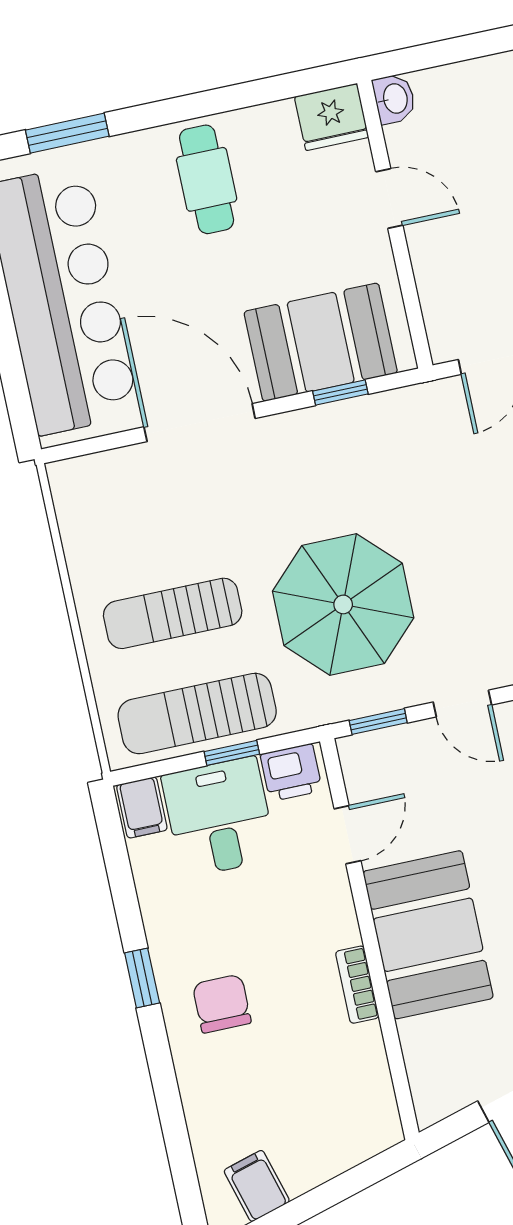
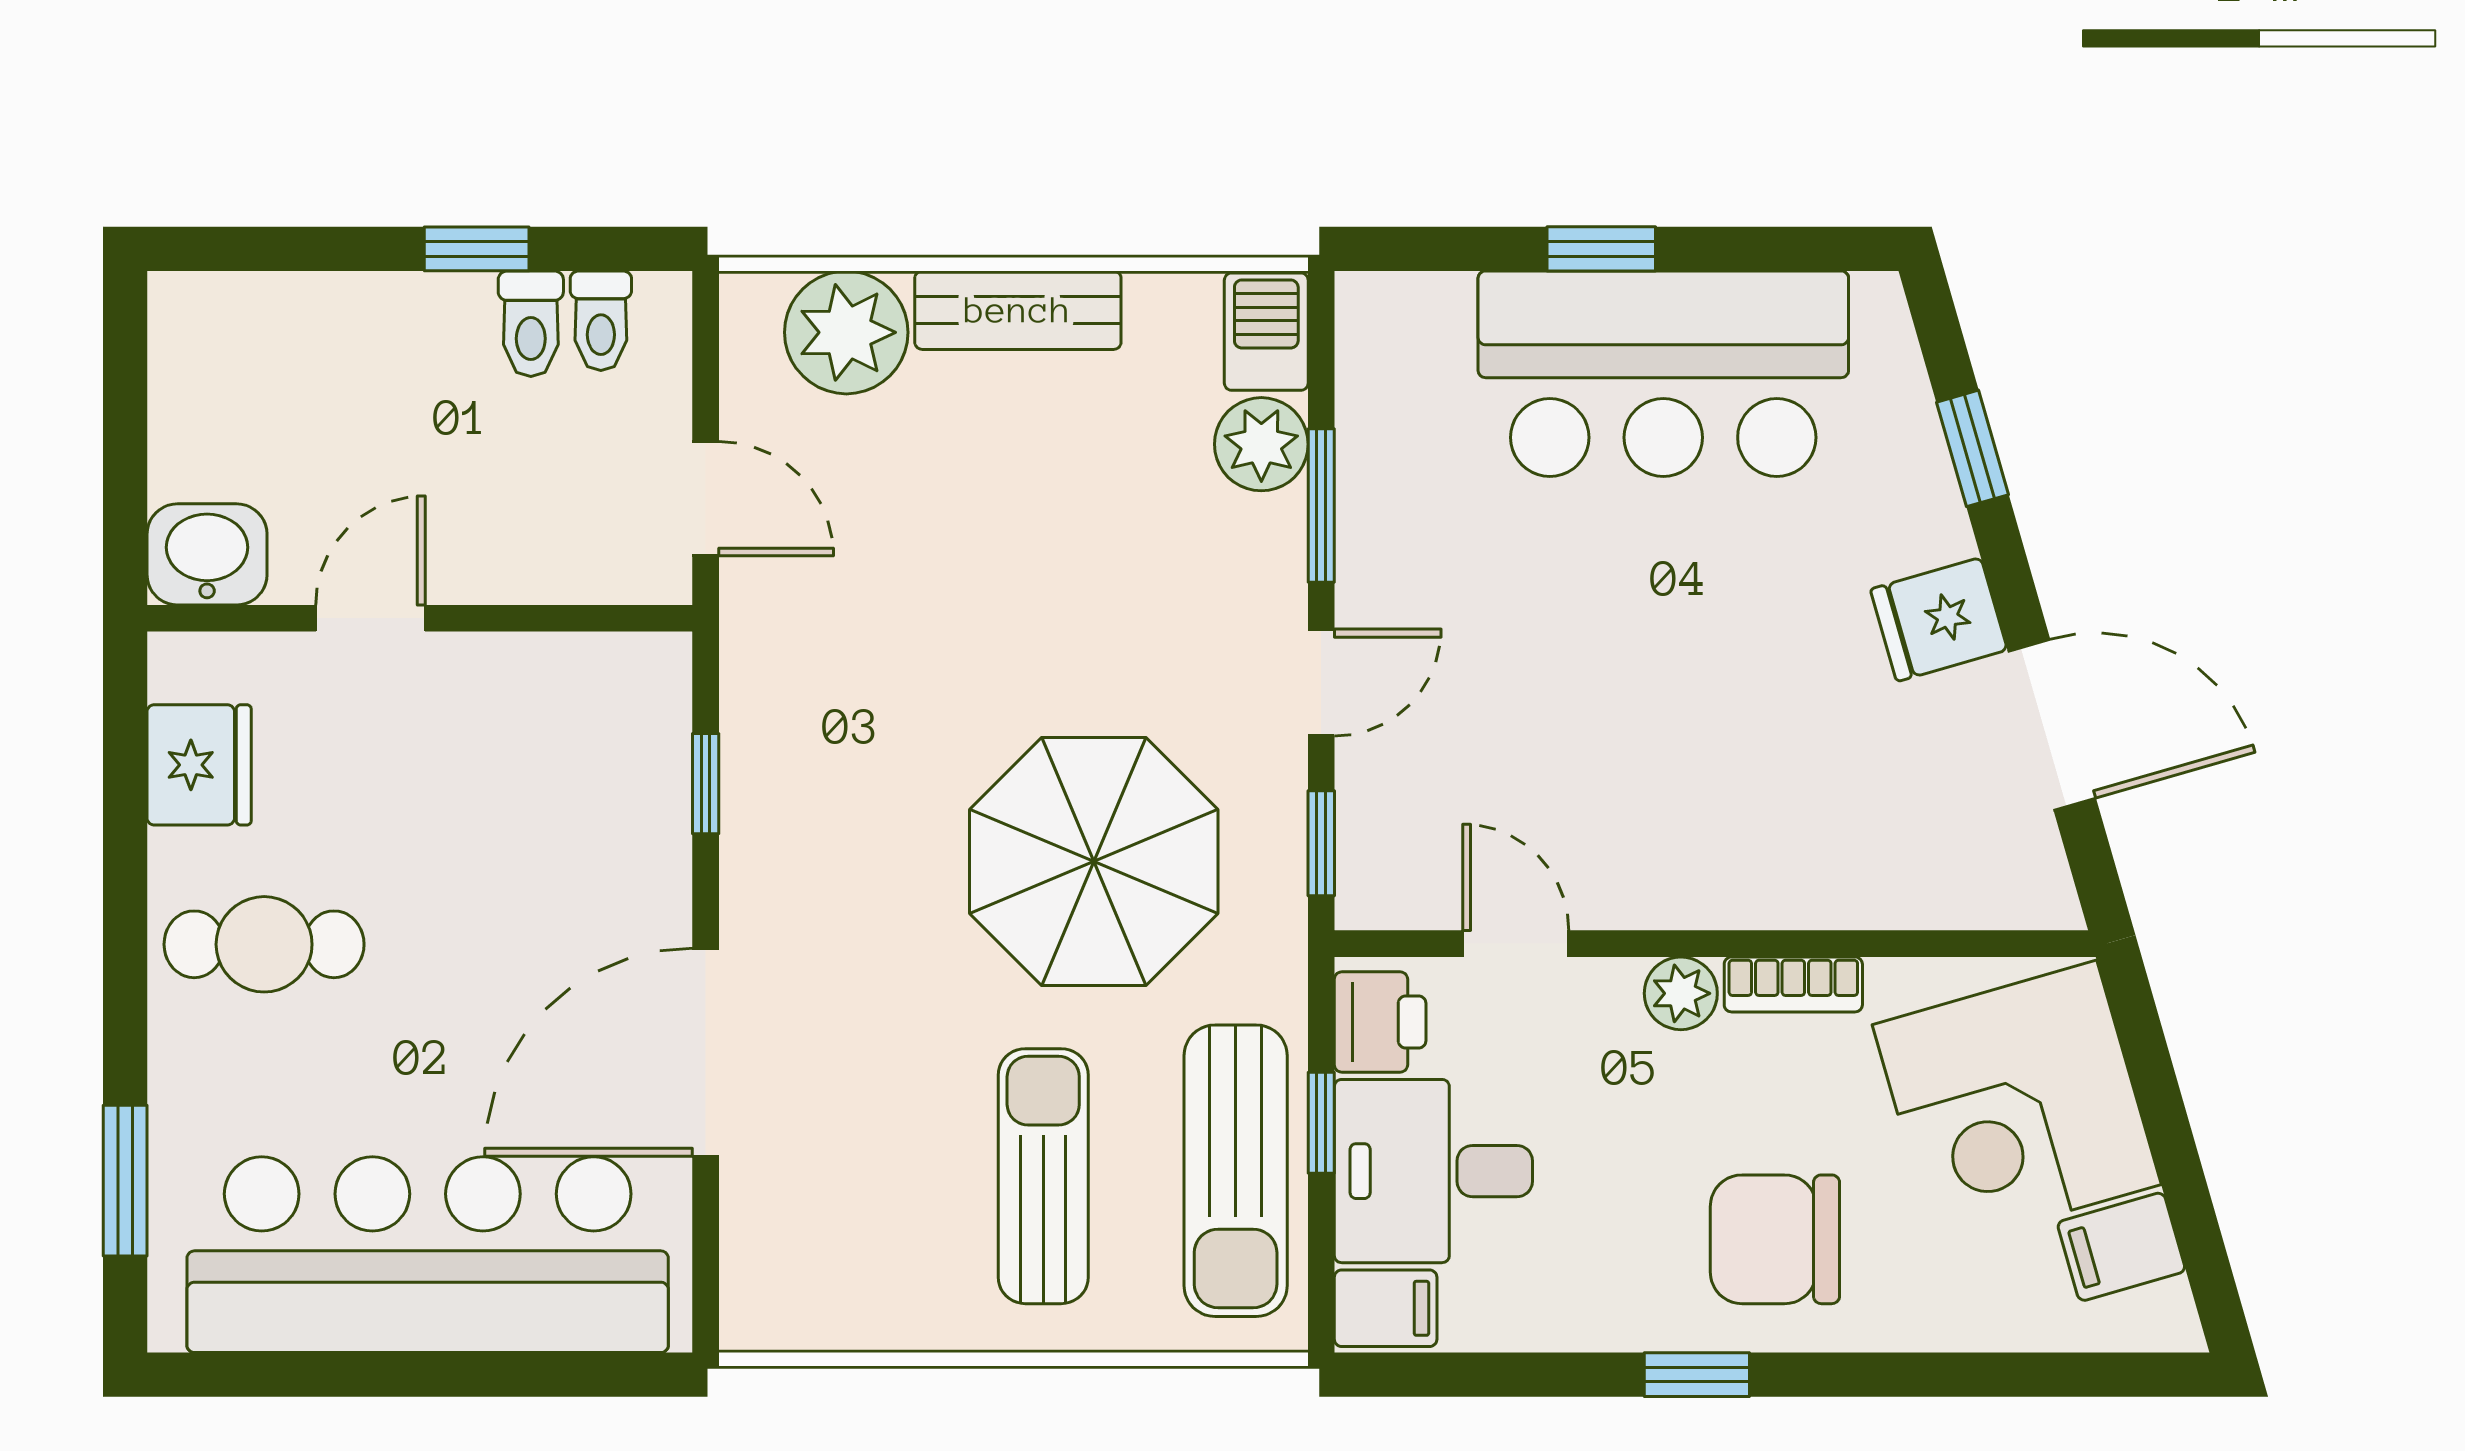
washbasin: (394, 99) -> (207, 554), width x1.38, depth x1.45
fridge: (332, 117) -> (199, 765), moved
booth: (321, 342) -> (606, 800), removed
sun lounger: (173, 613) -> (1043, 1176), turned 180
plant: (340, 927) -> (1681, 993), added
booth: (428, 935) -> (1730, 836), removed
chair: (222, 1004) -> (1775, 1239), width x1.37, depth x1.37
corner desk: (319, 1115) -> (2017, 1105), added

